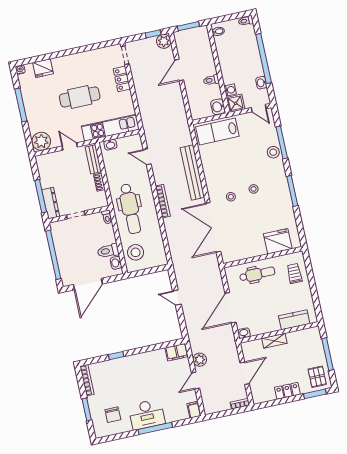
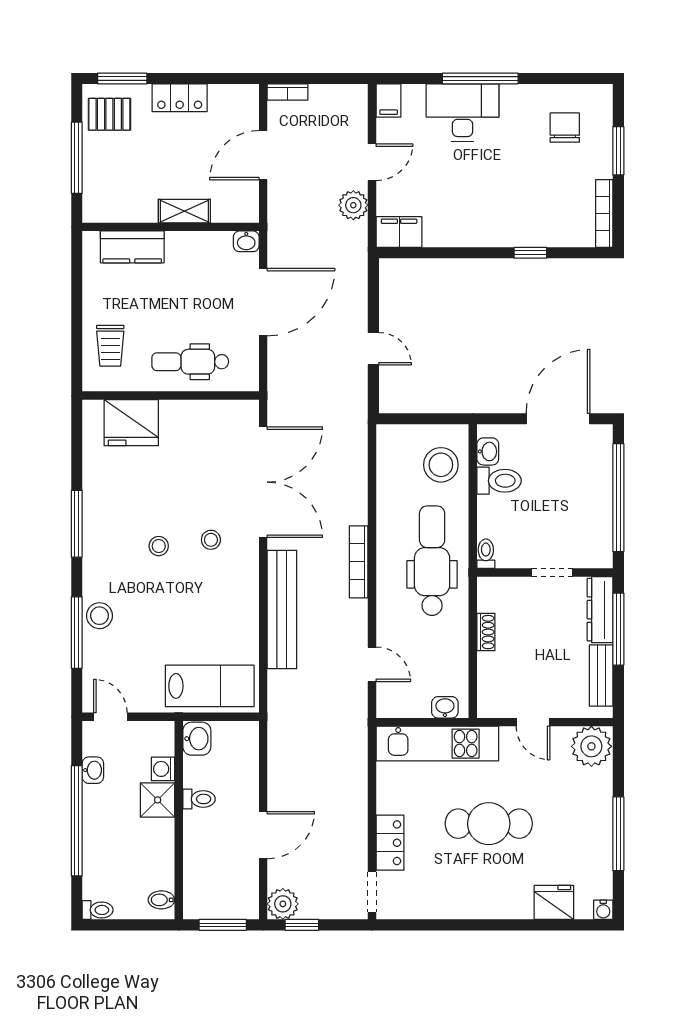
shower: (236, 103) -> (158, 800), moved
bench: (93, 159) -> (601, 675), moved
pallet: (317, 377) -> (109, 114), turned 90
desk: (147, 414) -> (463, 113), moved

